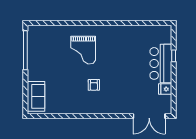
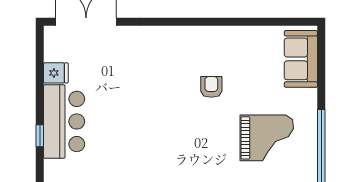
grand piano: (83, 50) -> (267, 138), moved, turned 90
armchair: (94, 85) -> (211, 87), moved

